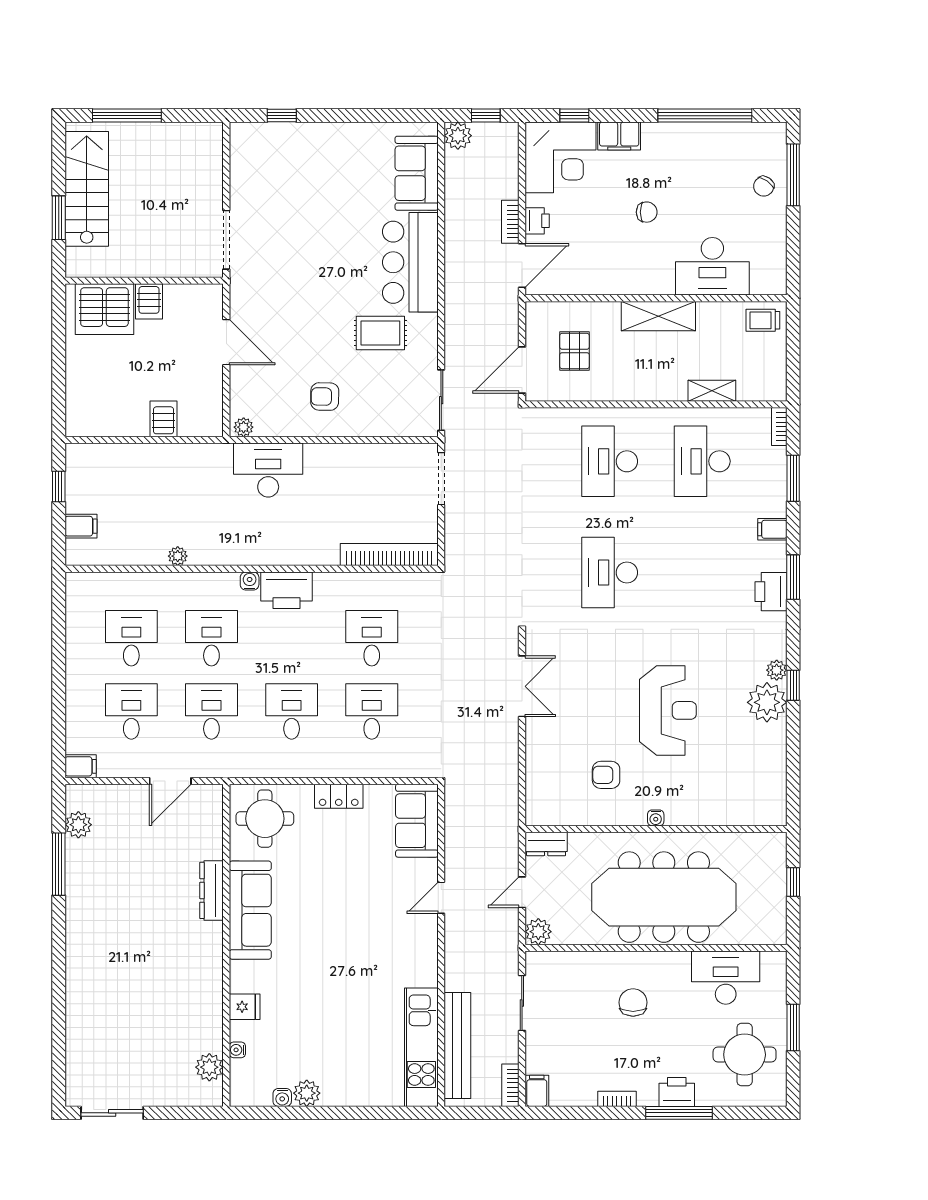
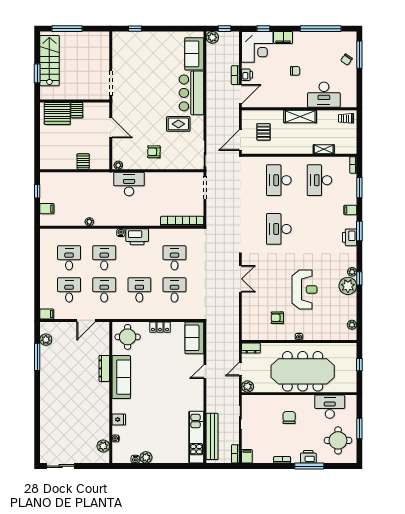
plant: (776, 791) -> (352, 325), added

